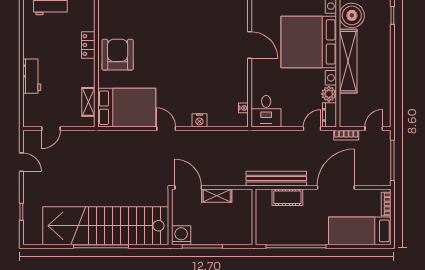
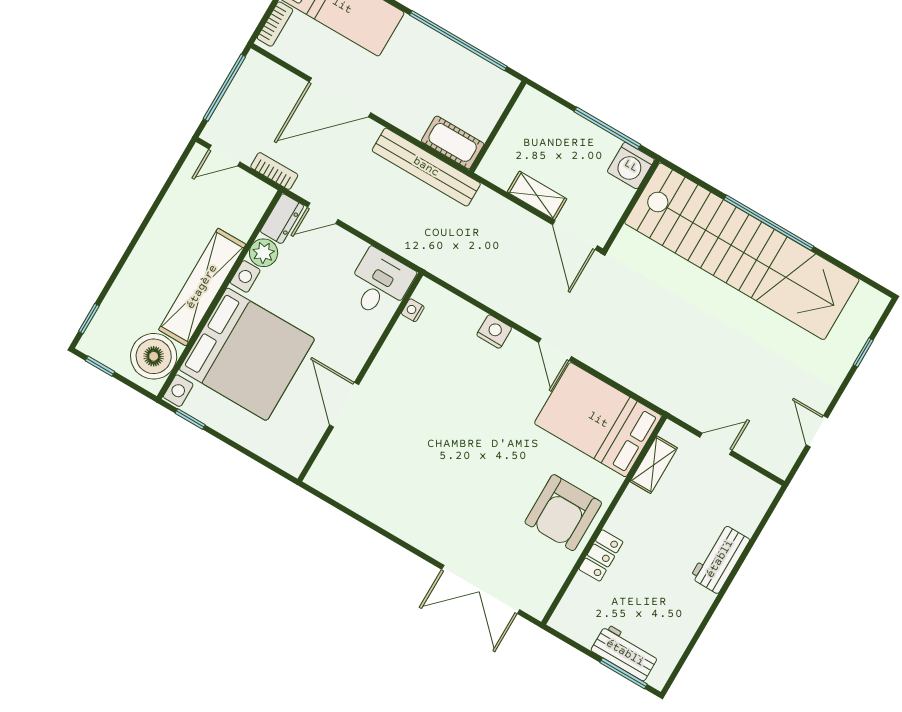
door: (51, 129) -> (716, 444), moved
cot: (287, 197) -> (453, 142), moved

